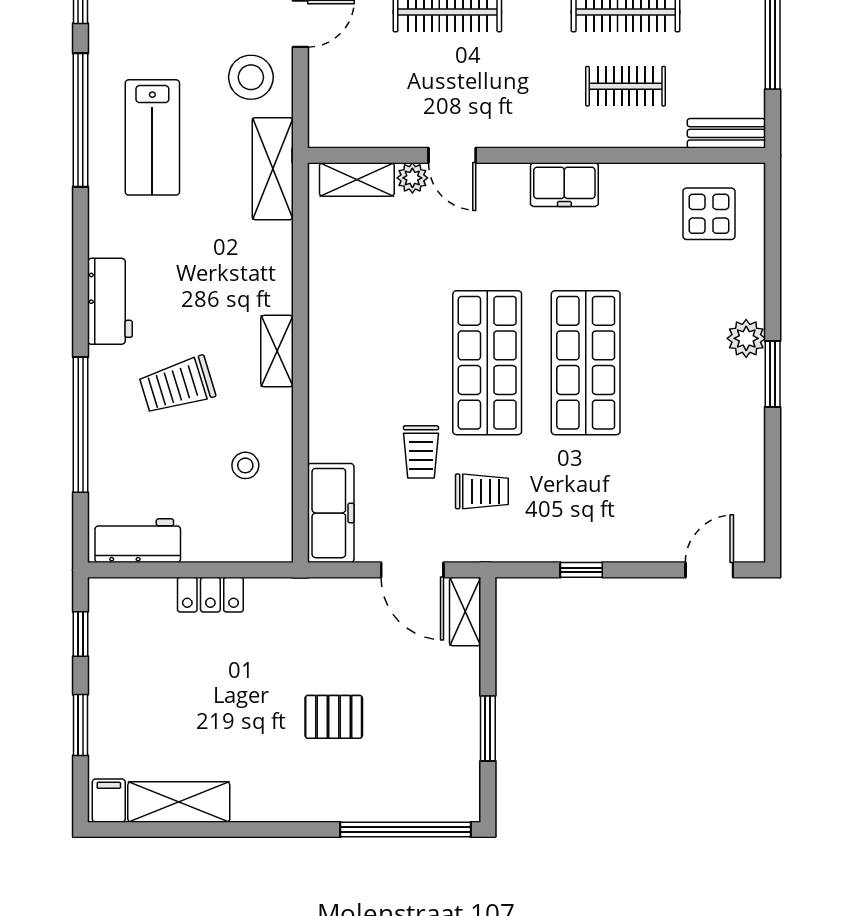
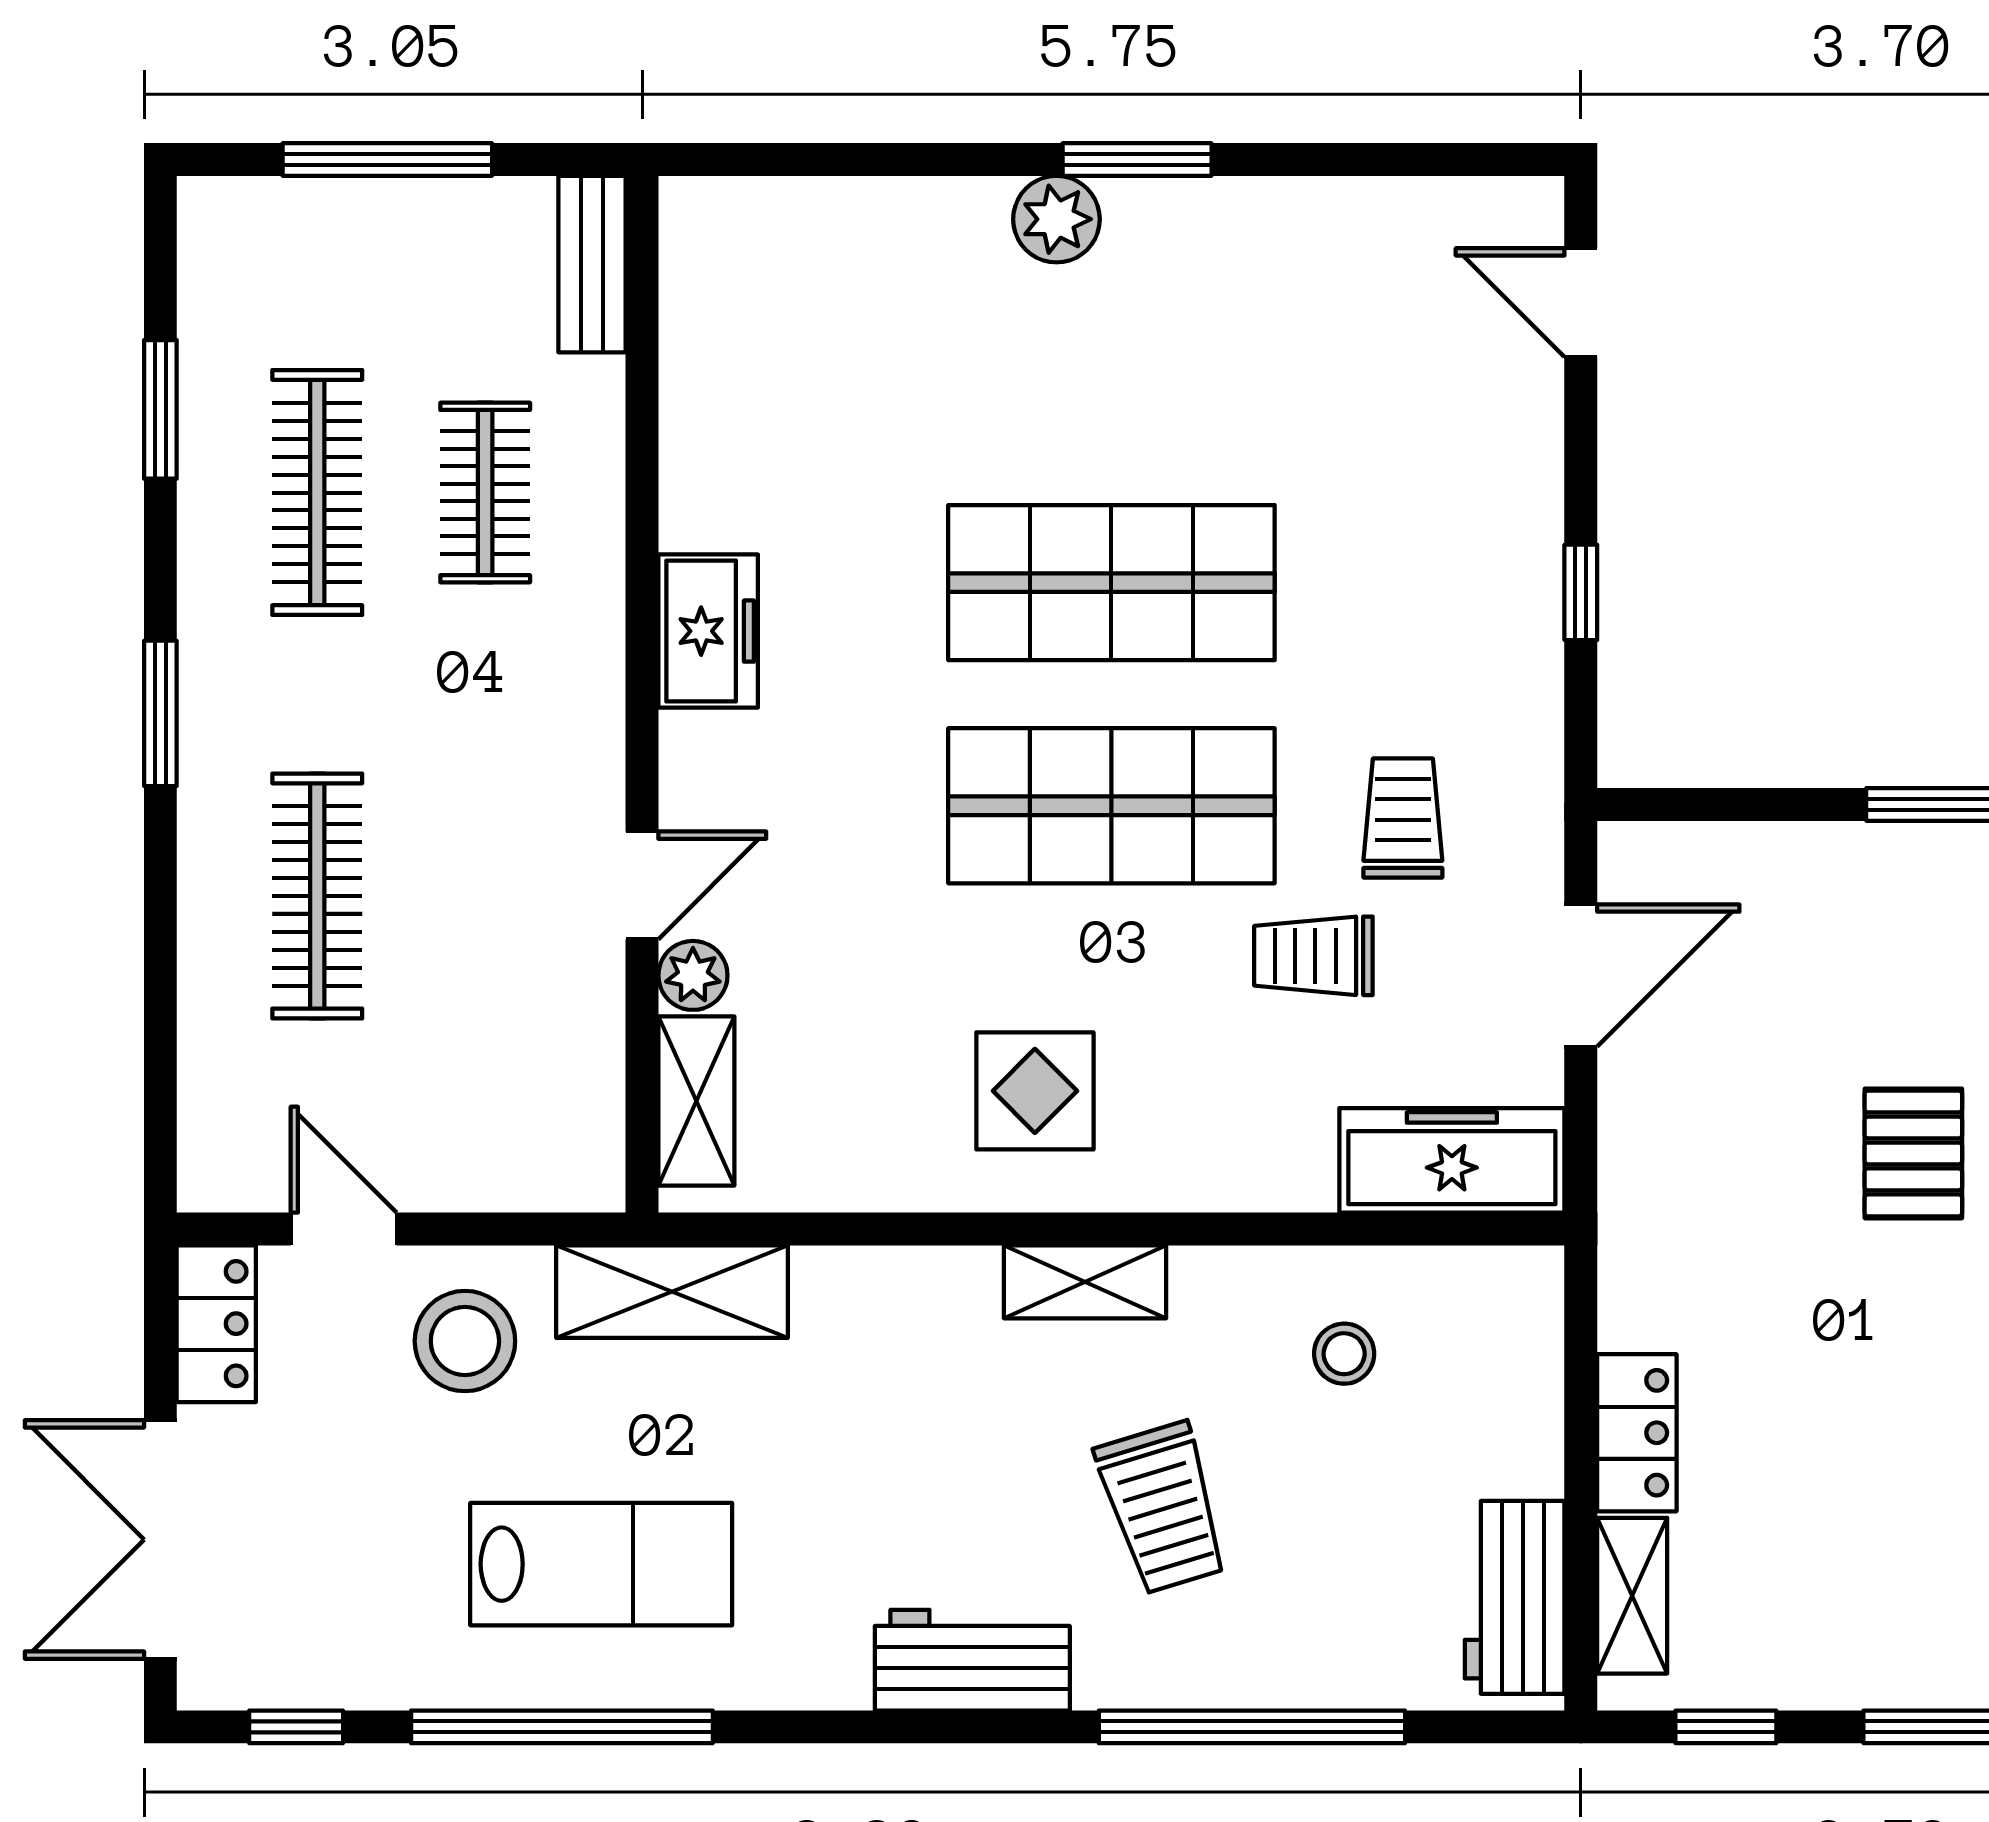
display table: (709, 214) -> (1035, 1091), moved
trolley: (421, 452) -> (1313, 956), turned 180
shelving: (465, 612) -> (1632, 1596), moved, turned 90

